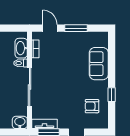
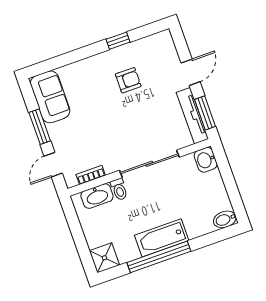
sofa: (99, 64) -> (50, 97), moved, turned -90
armchair: (92, 106) -> (128, 80), moved, turned -90
tv unit: (44, 124) -> (192, 116), width x1.41

